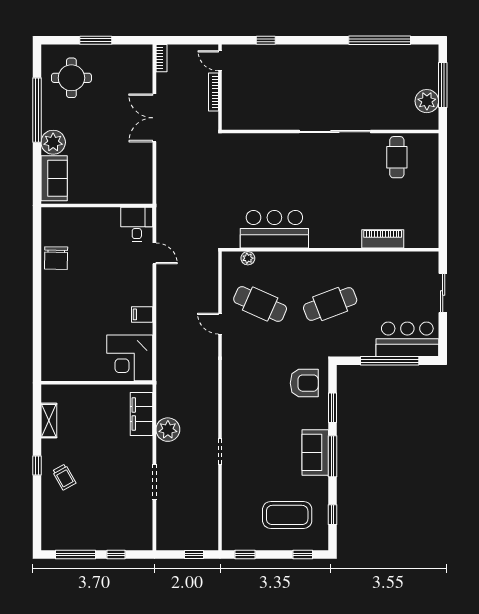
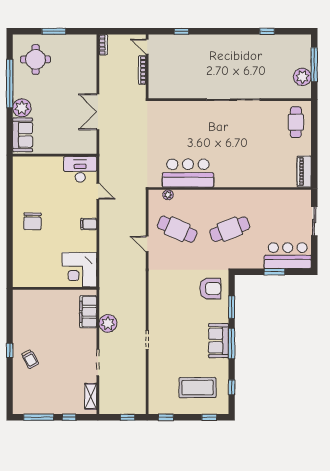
window: (380, 40) -> (267, 31), width x0.32
double door: (154, 118) -> (98, 112), moved
cafe table: (397, 157) -> (296, 122), moved
desk: (137, 224) -> (80, 169), width x1.37
piano: (383, 239) -> (304, 172), moved, turned -90
chair: (56, 258) -> (32, 221), moved
filing cabinet: (142, 314) -> (89, 224), moved
window: (390, 361) -> (274, 272), width x0.47
shelving: (49, 421) -> (91, 396), moved

